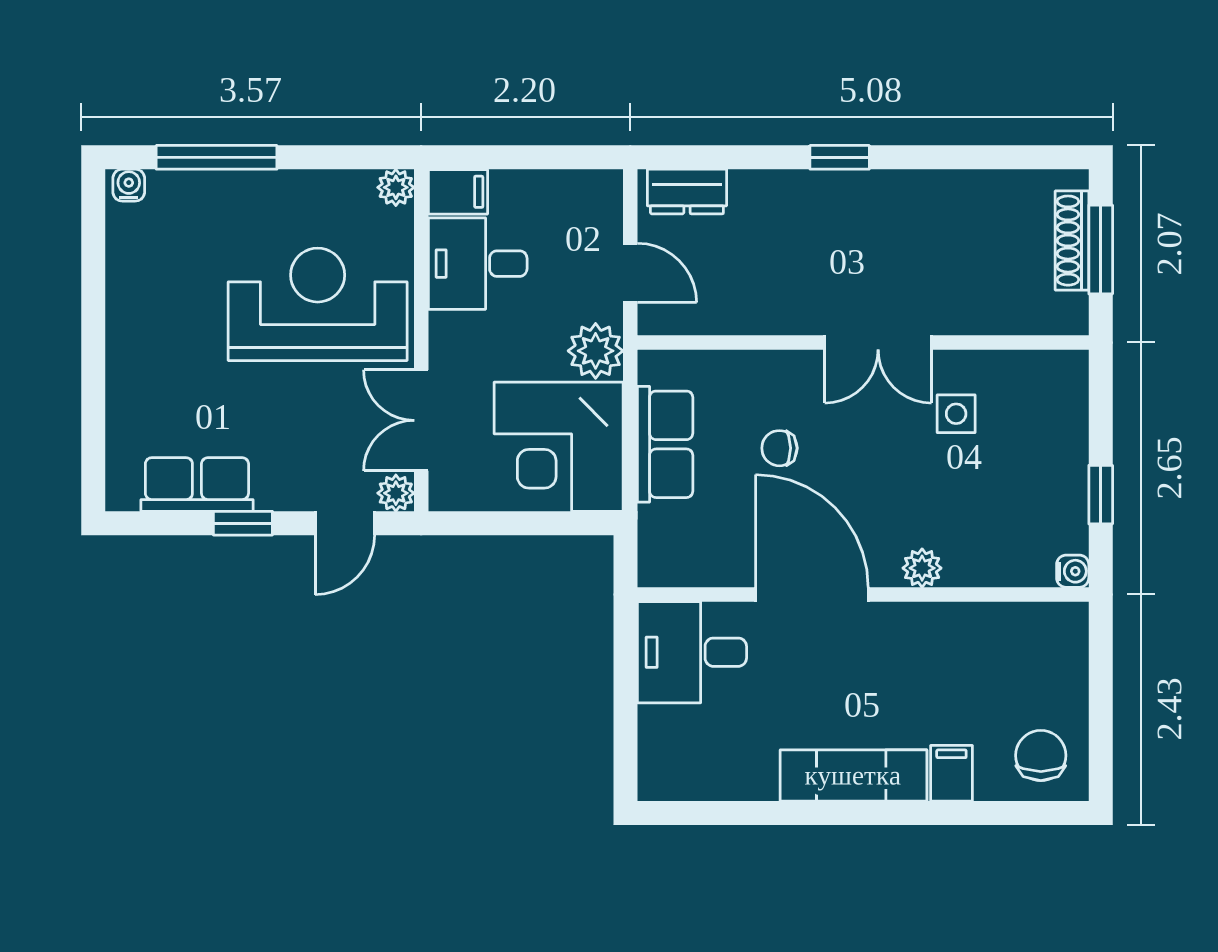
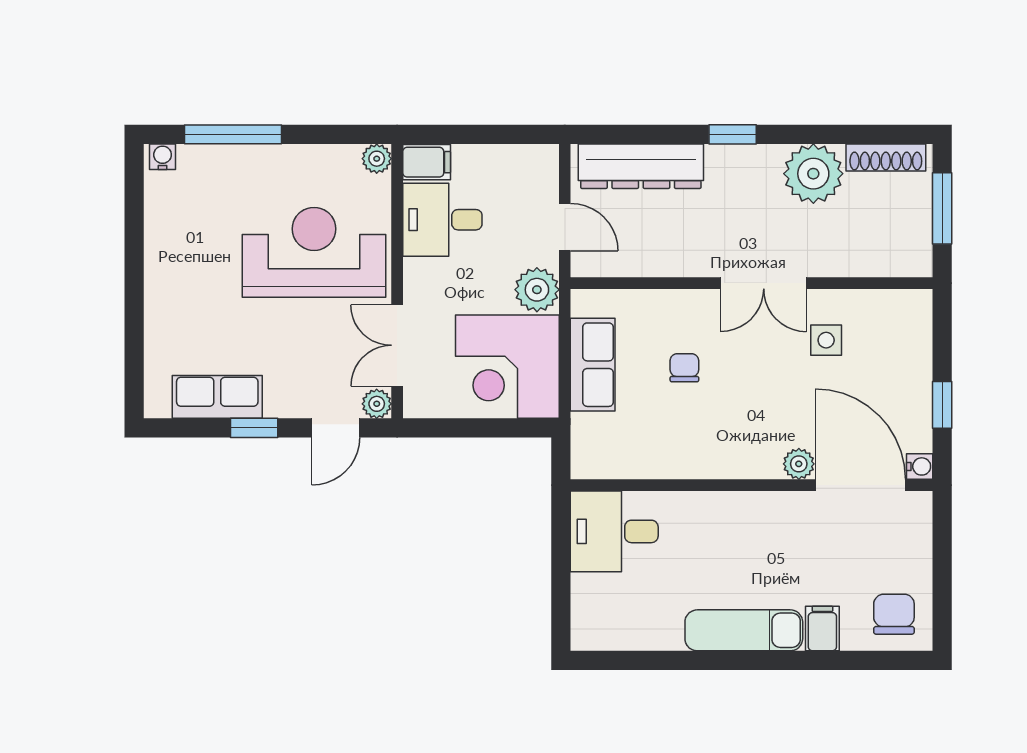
dresser: (687, 191) -> (641, 166), width x1.96, depth x1.24
plant: (940, 206) -> (813, 174), added
shoe rack: (1072, 241) -> (886, 158), moved, turned -90
chair: (779, 448) -> (684, 368), turned 90
door: (812, 594) -> (860, 485), moved

